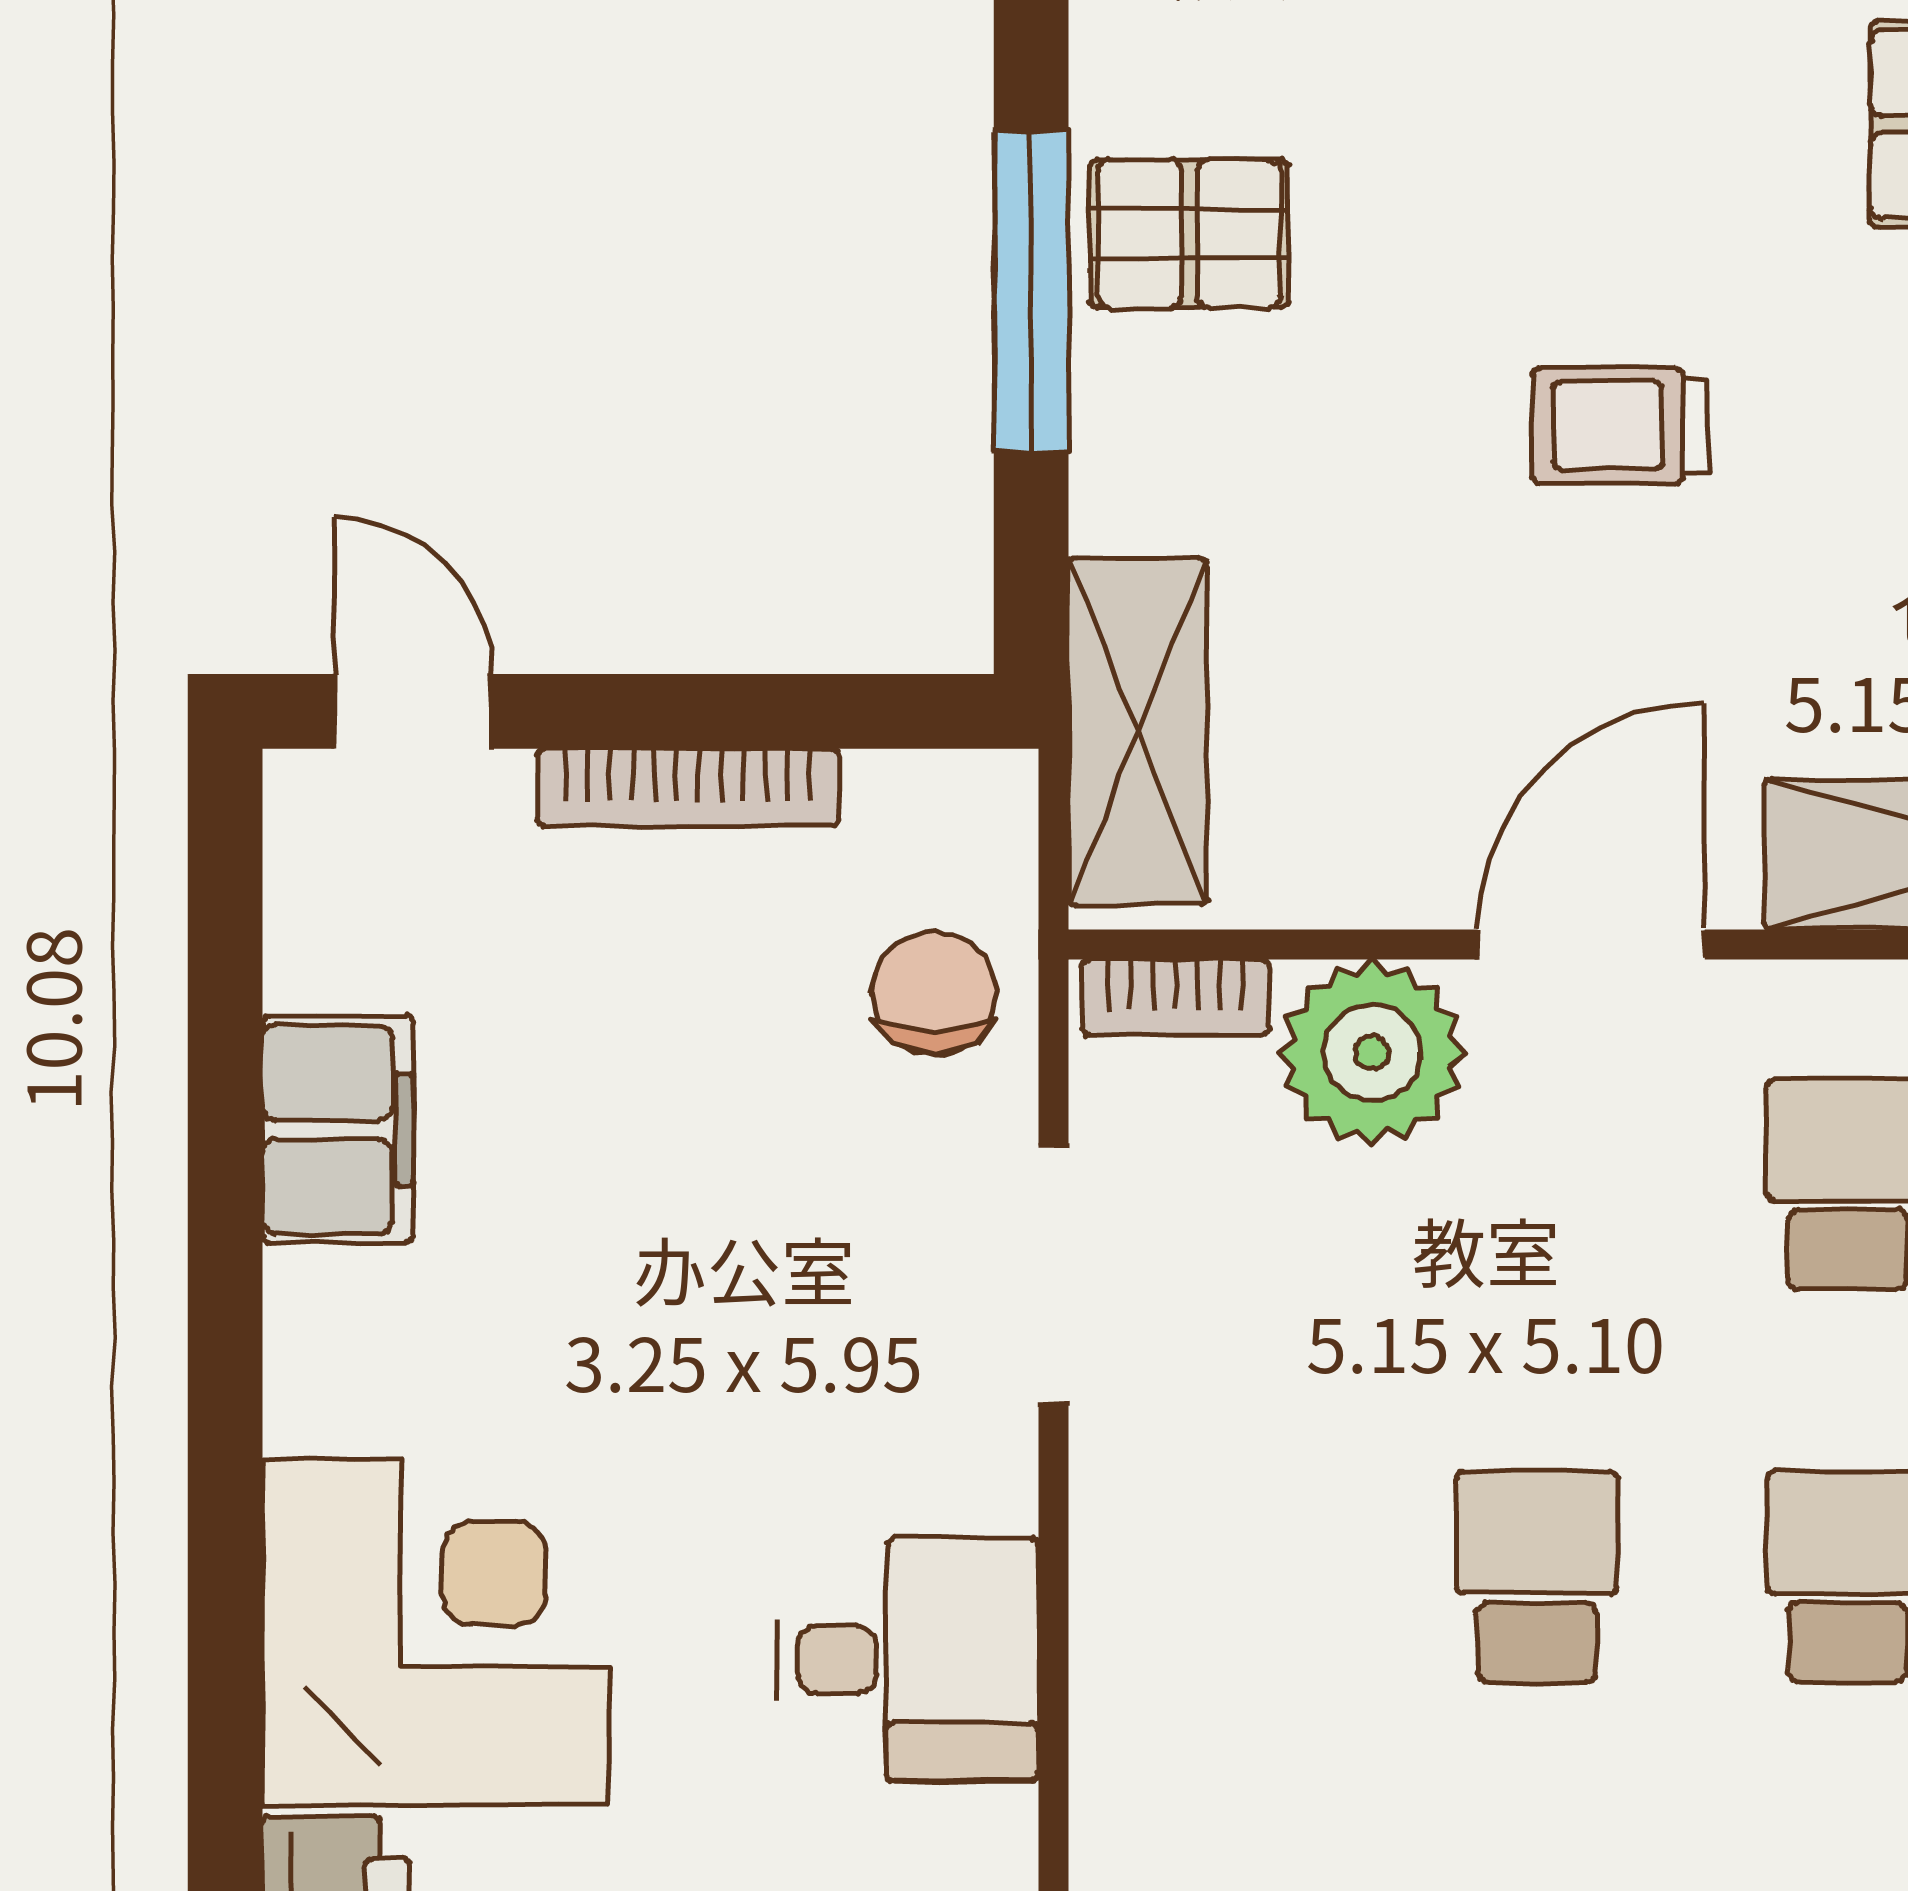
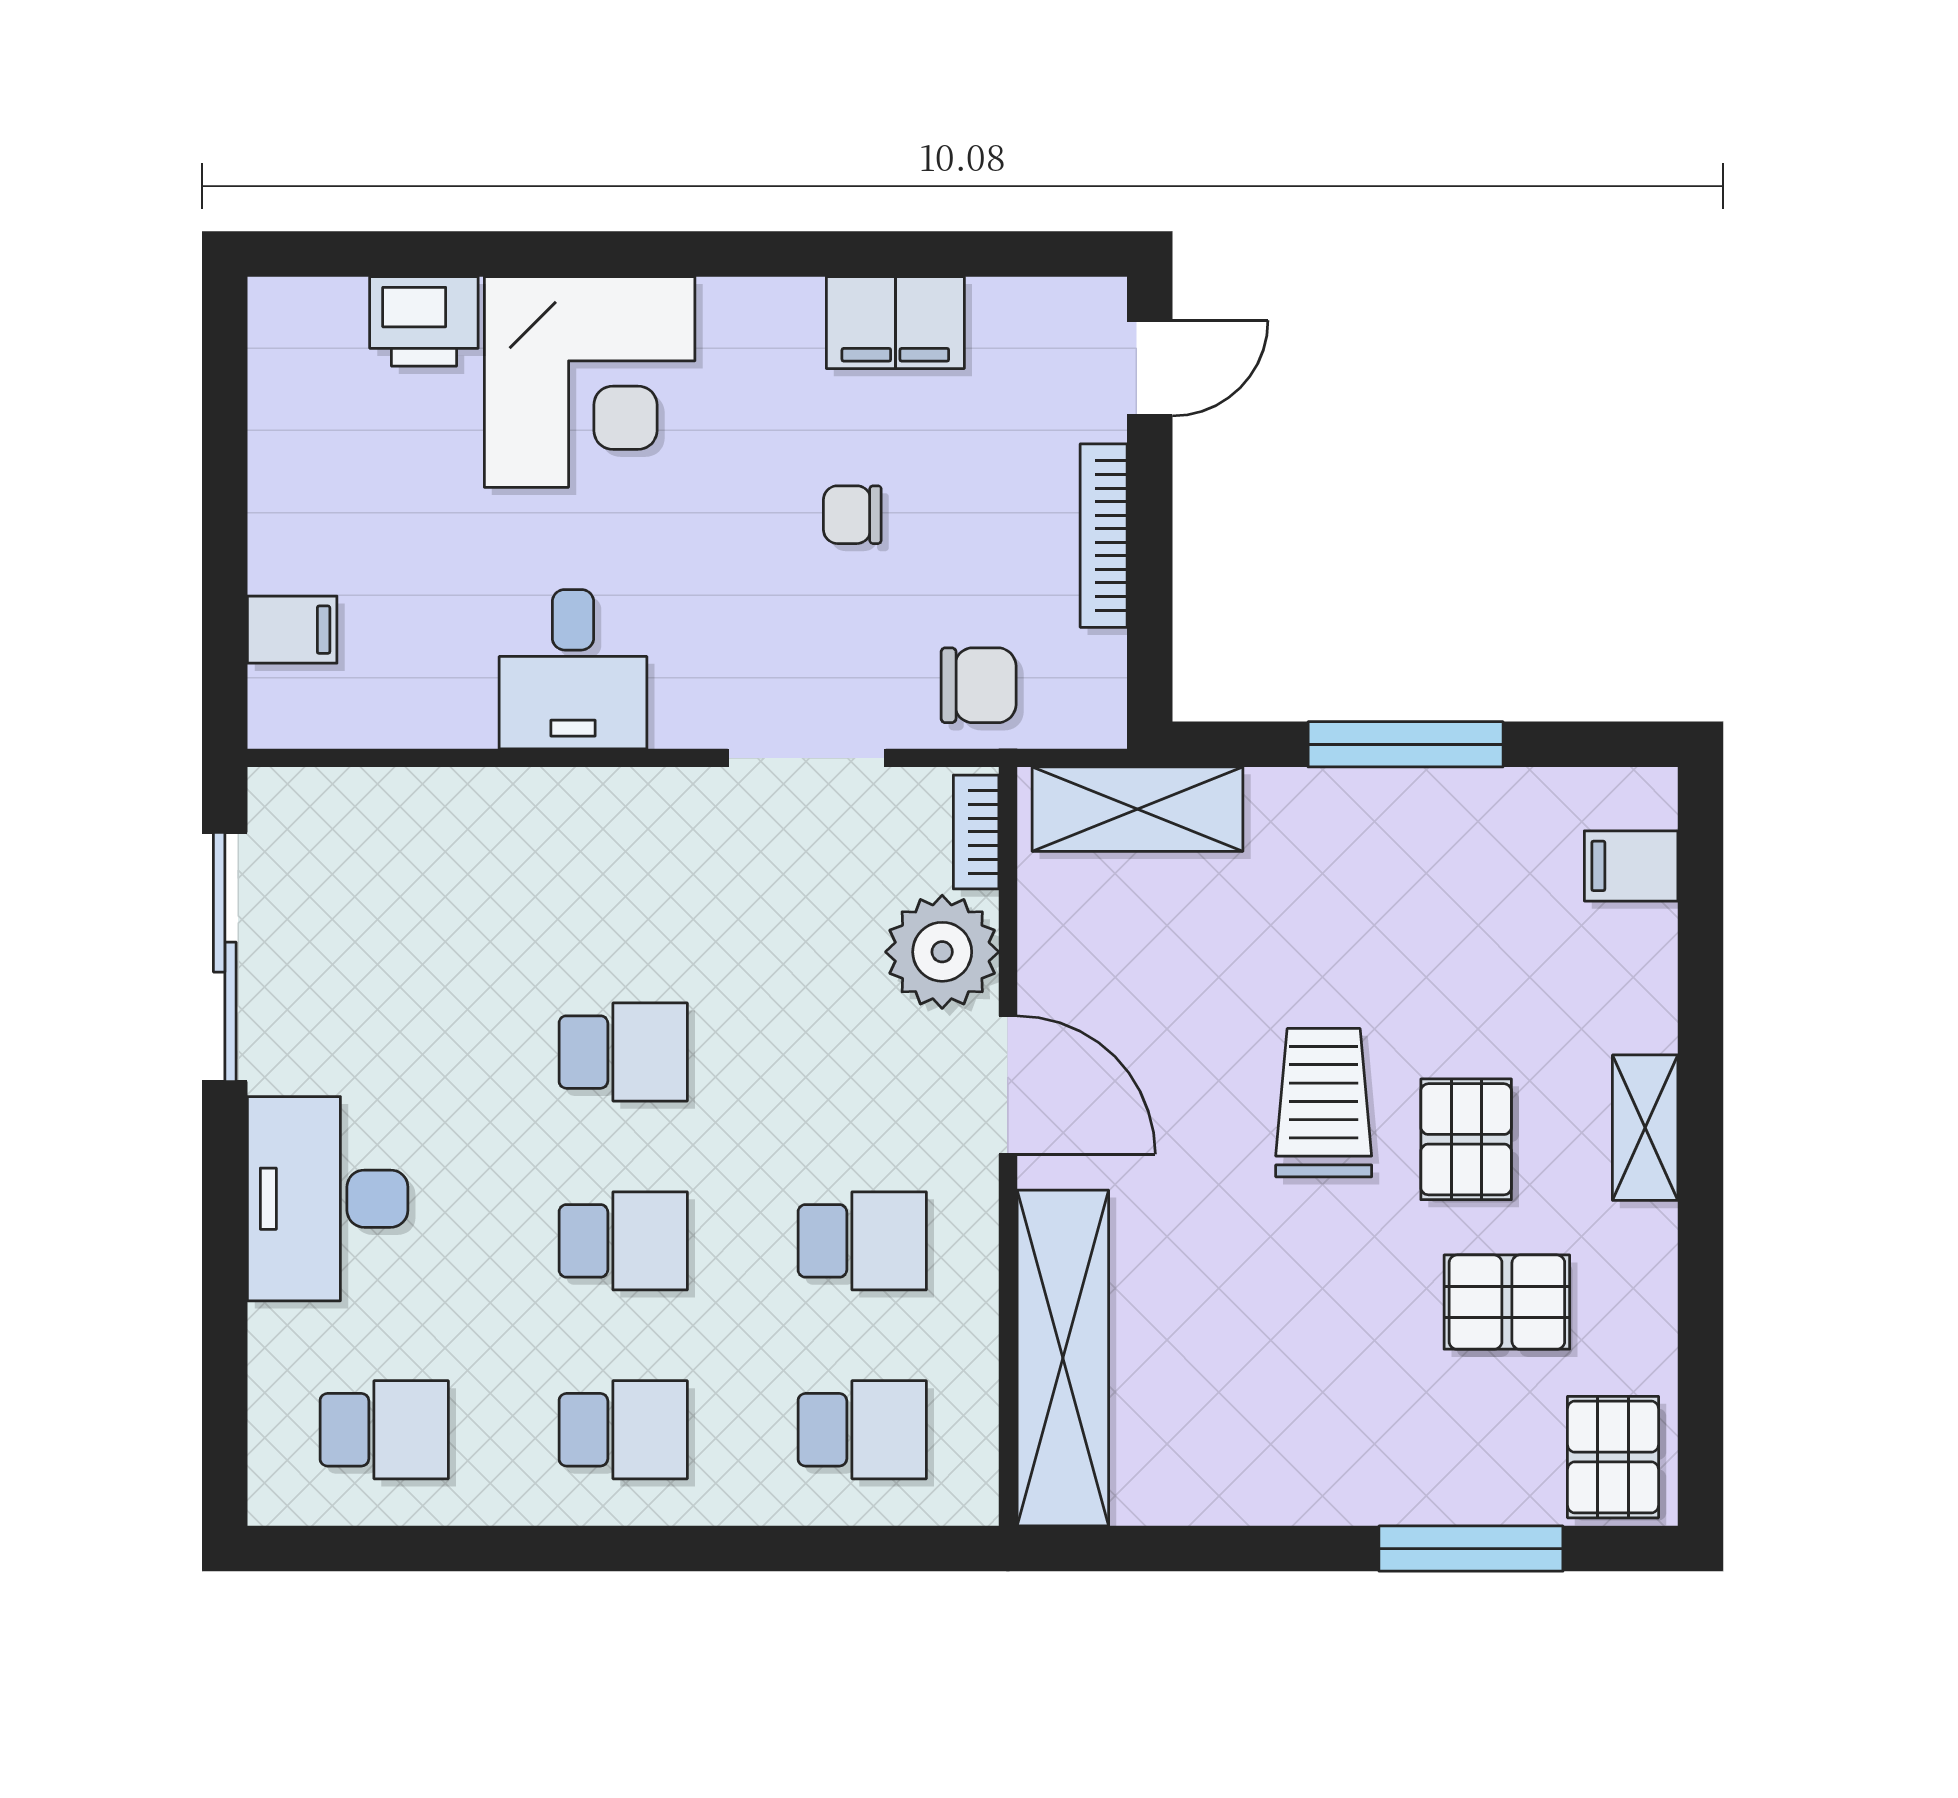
pallet: (1189, 234) -> (1466, 1139), moved
trolley: (1620, 426) -> (1324, 1103), width x1.36, depth x1.39
chair: (654, 1200) -> (852, 515), added

